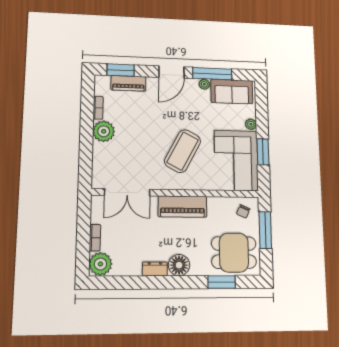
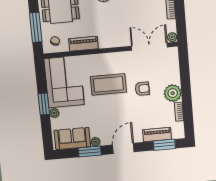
window: (212, 74) -> (90, 151), width x0.69
armchair: (141, 141) -> (142, 89), added
coffee table: (183, 151) -> (108, 84), turned 62
window: (263, 152) -> (44, 104), moved
plant: (97, 201) -> (172, 37), added
piano: (182, 207) -> (83, 44), moved, width x0.73, depth x0.75

